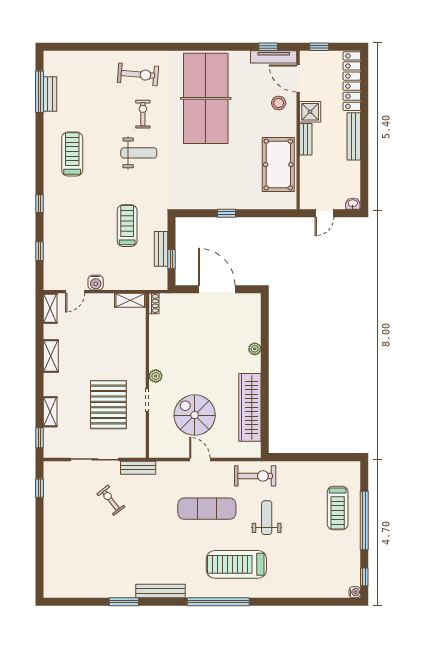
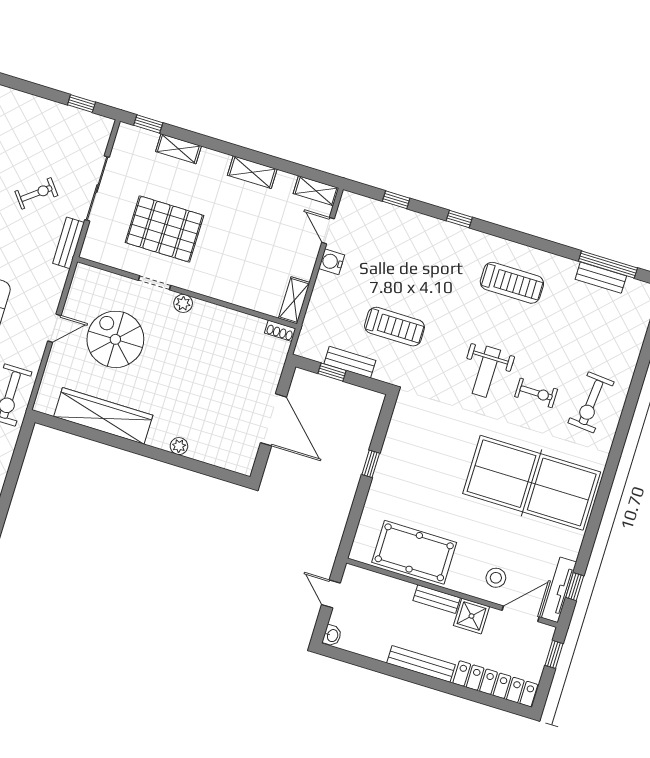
door: (217, 289) -> (274, 420), hinge flipped
spiral stairs: (195, 415) -> (115, 339), turned -90

